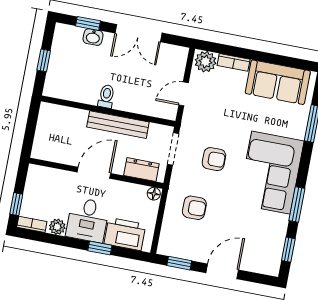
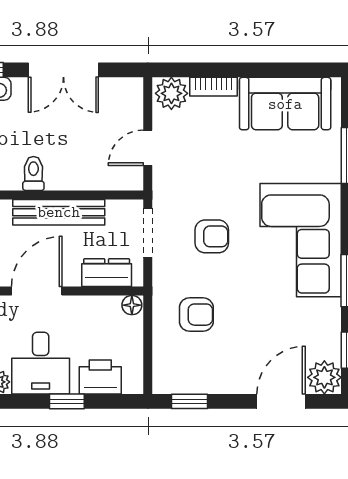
printer: (125, 234) -> (100, 377), width x0.73, depth x0.84
plant: (269, 264) -> (324, 377), added
door: (222, 271) -> (281, 401), moved

